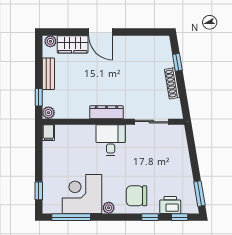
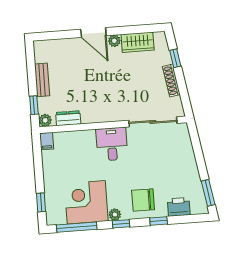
plant: (50, 41) -> (114, 41), moved
wardrobe: (73, 44) -> (138, 42), moved
dresser: (106, 112) -> (68, 118), moved, width x0.70
sliding door: (151, 122) -> (153, 122), width x1.37
window: (180, 217) -> (121, 224), moved

